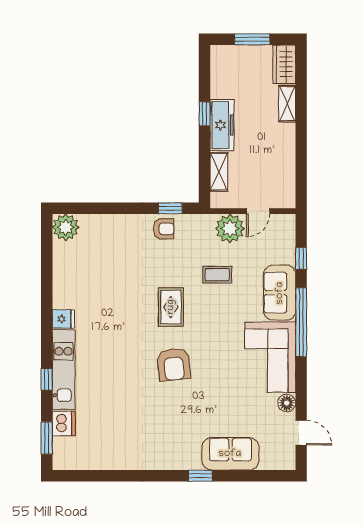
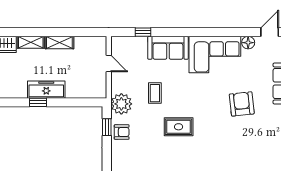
shelving: (219, 172) -> (59, 43), moved
plant: (230, 228) -> (121, 104), moved
armchair: (164, 229) -> (122, 132), turned 90
window: (301, 322) -> (189, 32), removed
armchair: (174, 364) -> (242, 104), moved, turned -90

